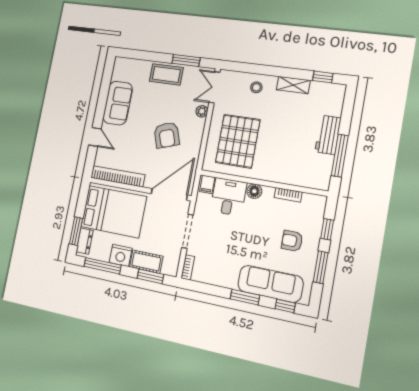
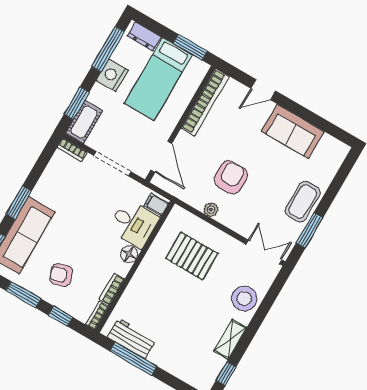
stool: (256, 87) -> (244, 299), width x1.89, depth x1.89
plant: (202, 111) -> (211, 210), moved
armchair: (167, 135) -> (231, 177), turned 109
workbench: (328, 135) -> (132, 339), moved
pallet: (238, 141) -> (192, 256), width x0.73, depth x0.71
door: (169, 194) -> (161, 157), width x0.73
bookcase: (315, 199) -> (97, 315), added
bed: (114, 212) -> (158, 79), width x0.67
window: (76, 231) -> (190, 47), moved
armchair: (292, 241) -> (61, 275), turned -108
cot: (146, 262) -> (84, 122), moved

